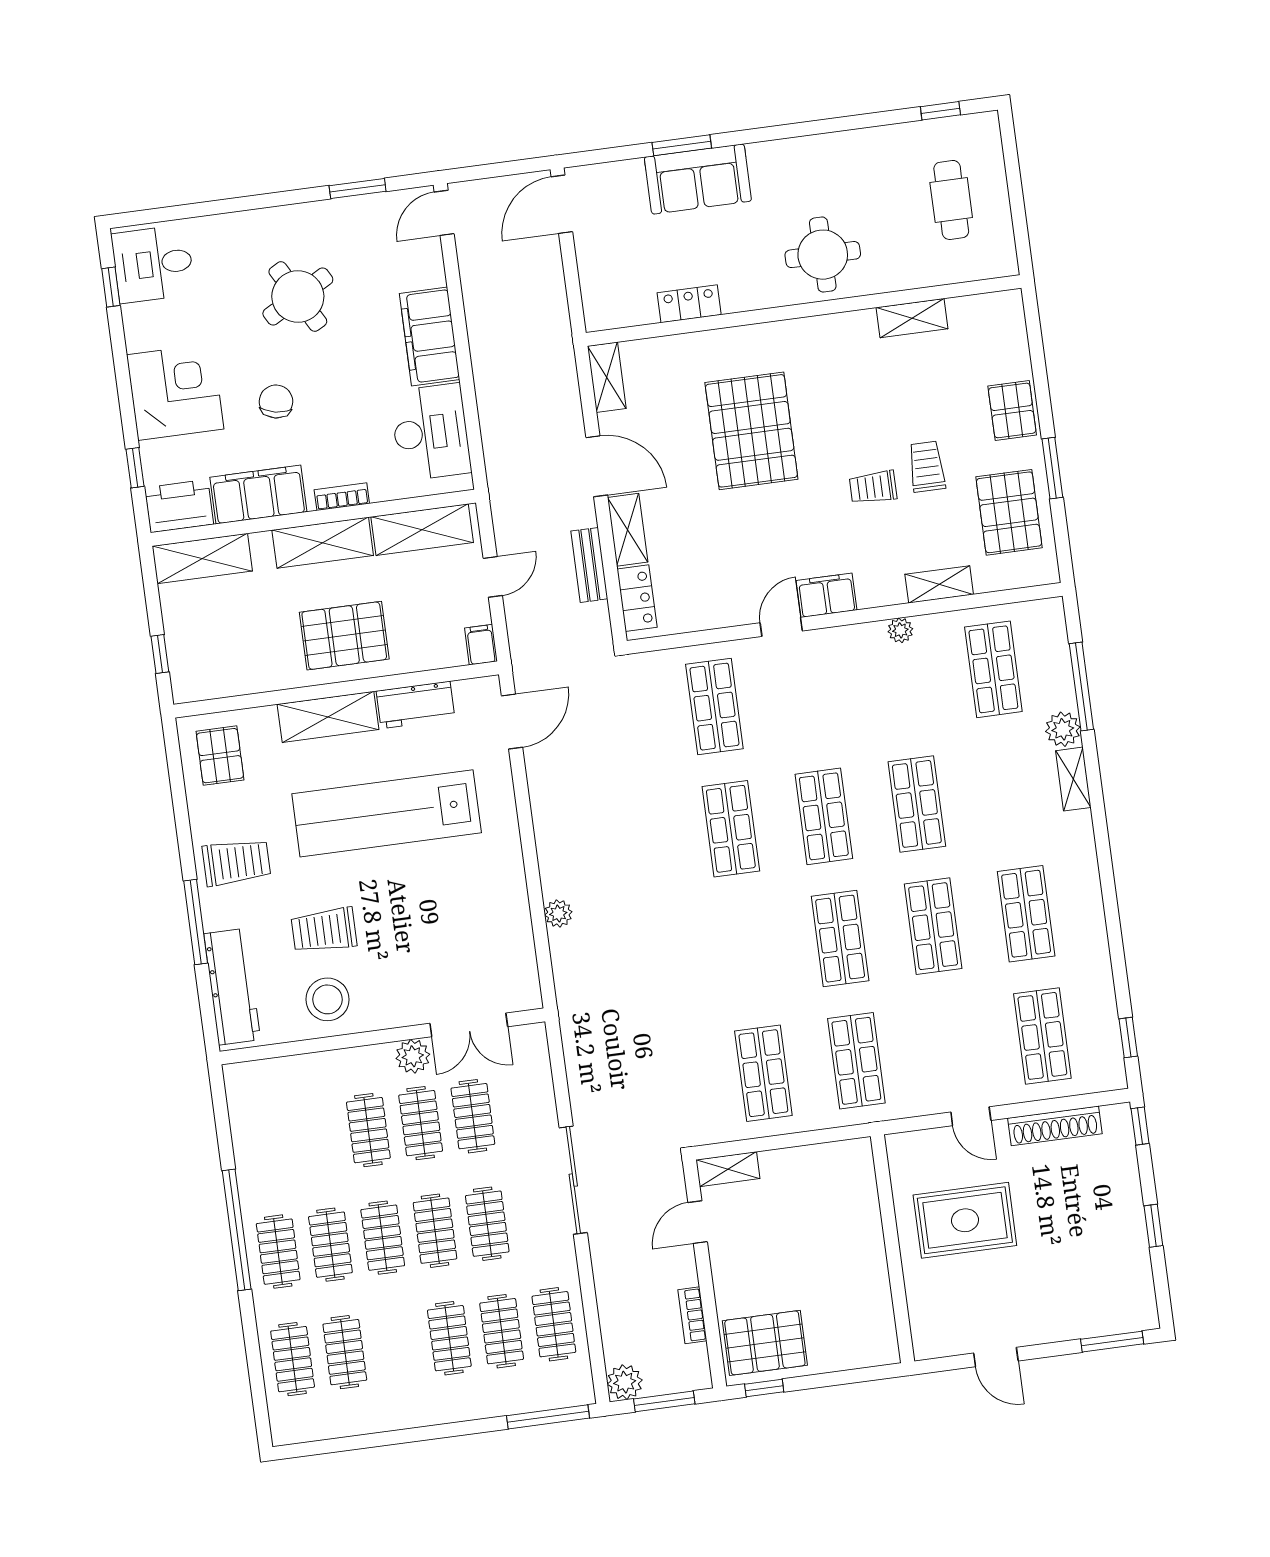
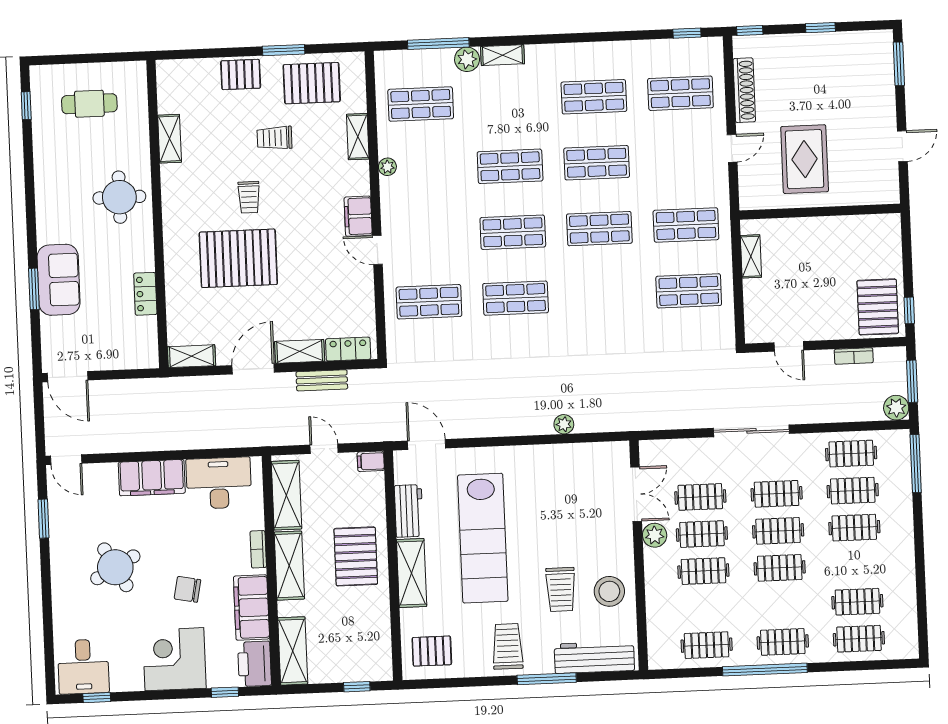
trolley: (873, 487) -> (249, 197), moved
shelving: (728, 1169) -> (751, 256), moved
clothes rail: (330, 1245) -> (707, 645), moved

